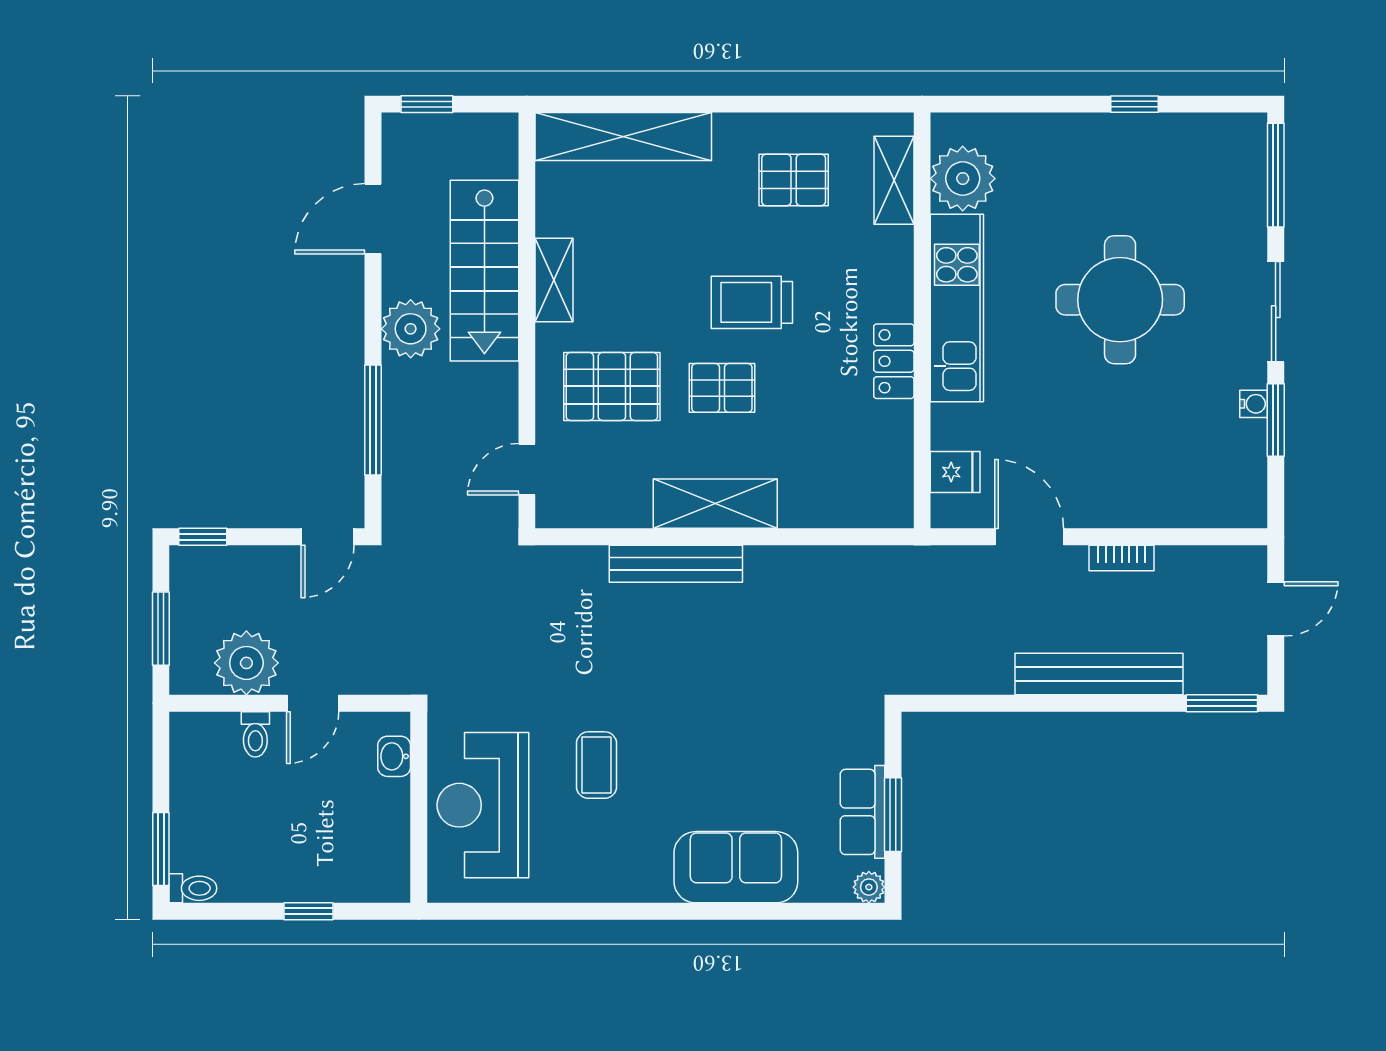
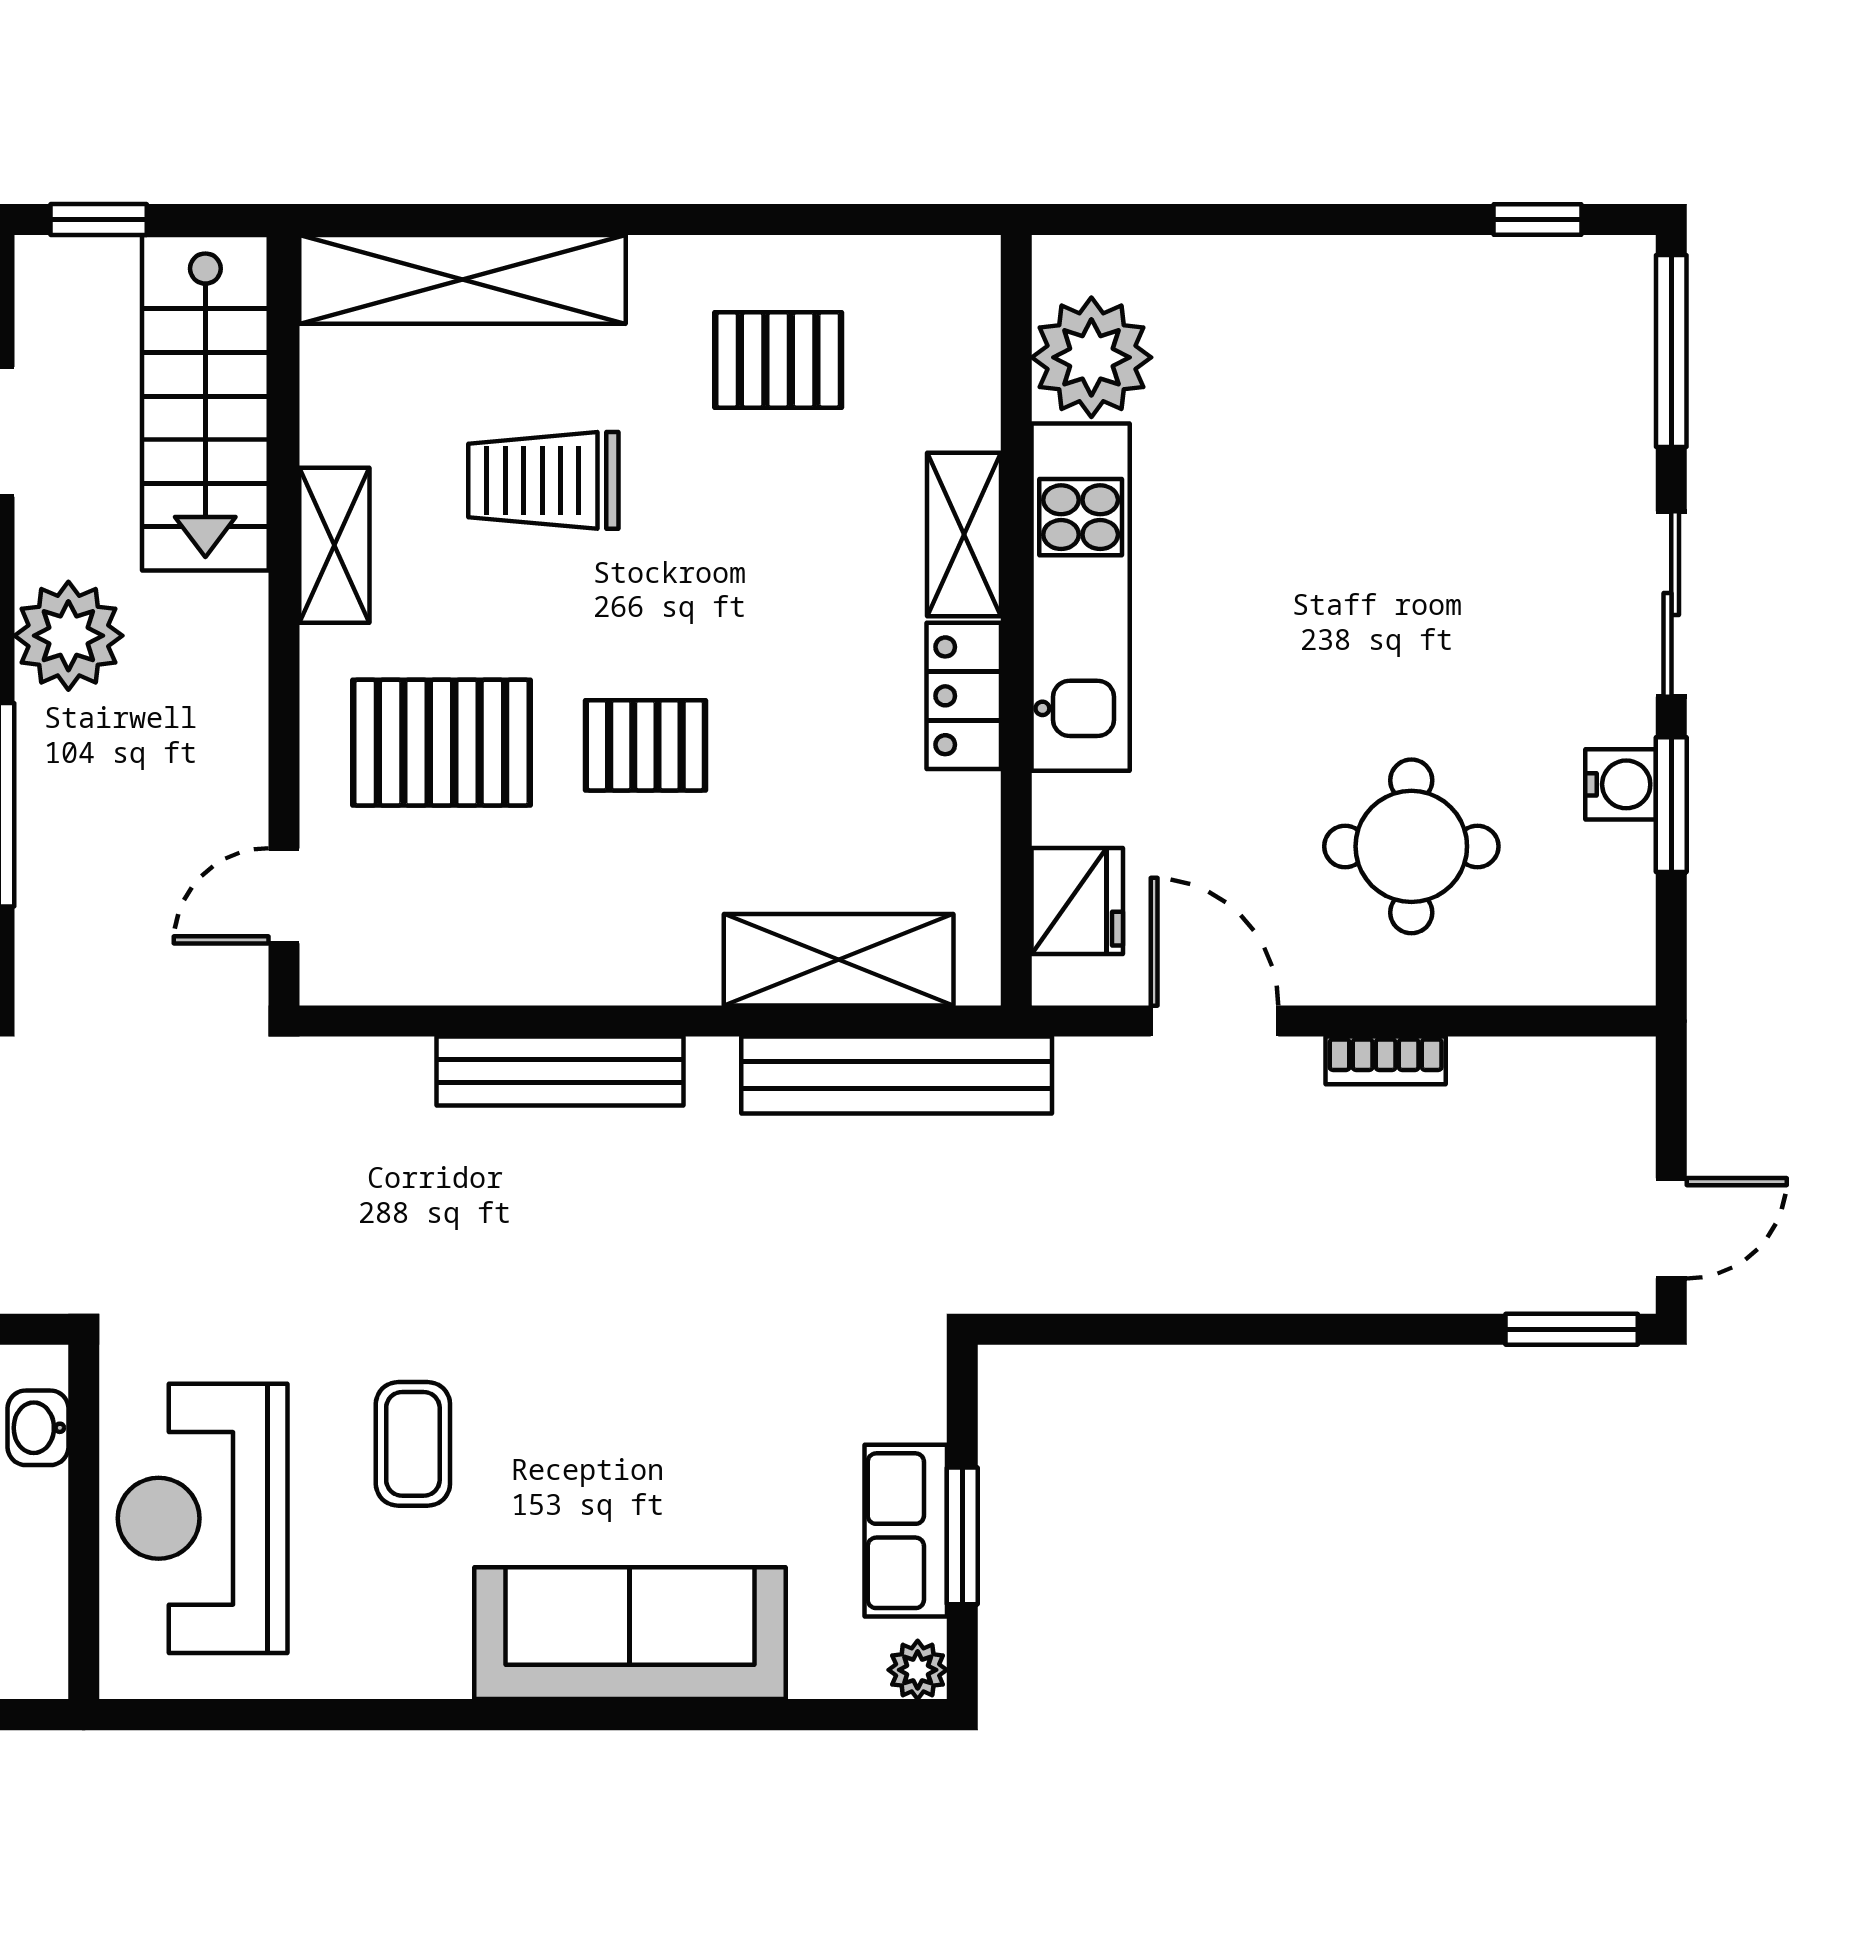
window: (1135, 104) -> (1537, 220), moved
shelving: (894, 180) -> (964, 534), moved
stairs: (484, 271) -> (205, 403), moved
round table: (1120, 300) -> (1411, 846), moved, width x0.73, depth x0.73
trolley: (752, 302) -> (543, 480), moved
water cooler: (1254, 404) -> (1621, 784), width x1.38, depth x1.38
fridge: (955, 472) -> (1077, 901), width x1.38
shelving: (715, 504) -> (839, 960), moved
door: (1276, 609) -> (1671, 1228), moved
bench: (1099, 674) -> (897, 1075), moved
sofa: (736, 867) -> (630, 1633), width x1.36

